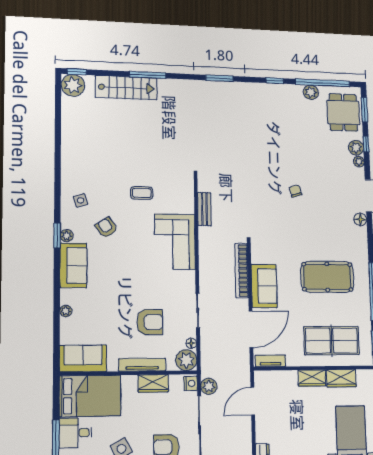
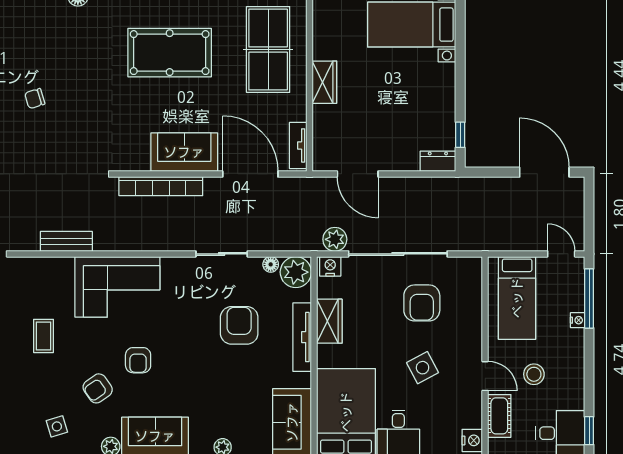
armchair: (126, 255) -> (138, 360), added
pool table: (327, 277) -> (170, 53), turned 90
wardrobe: (341, 378) -> (325, 36), removed

